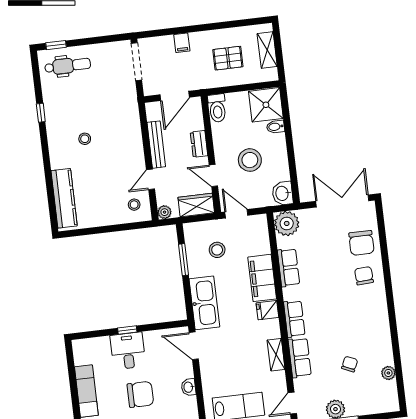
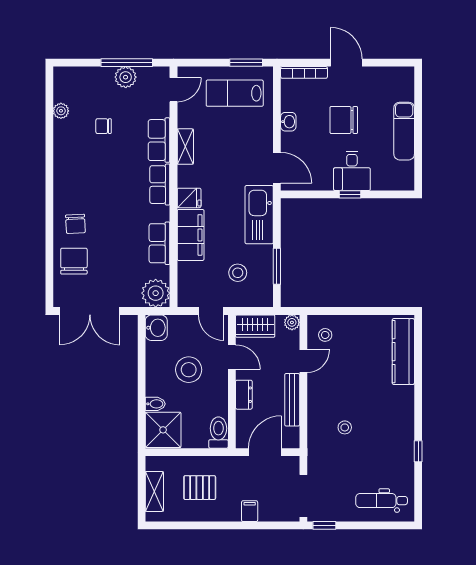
window: (56, 45) -> (324, 525), moved
stool: (85, 139) -> (345, 427), moved
chair: (350, 364) -> (104, 126), turned 66

